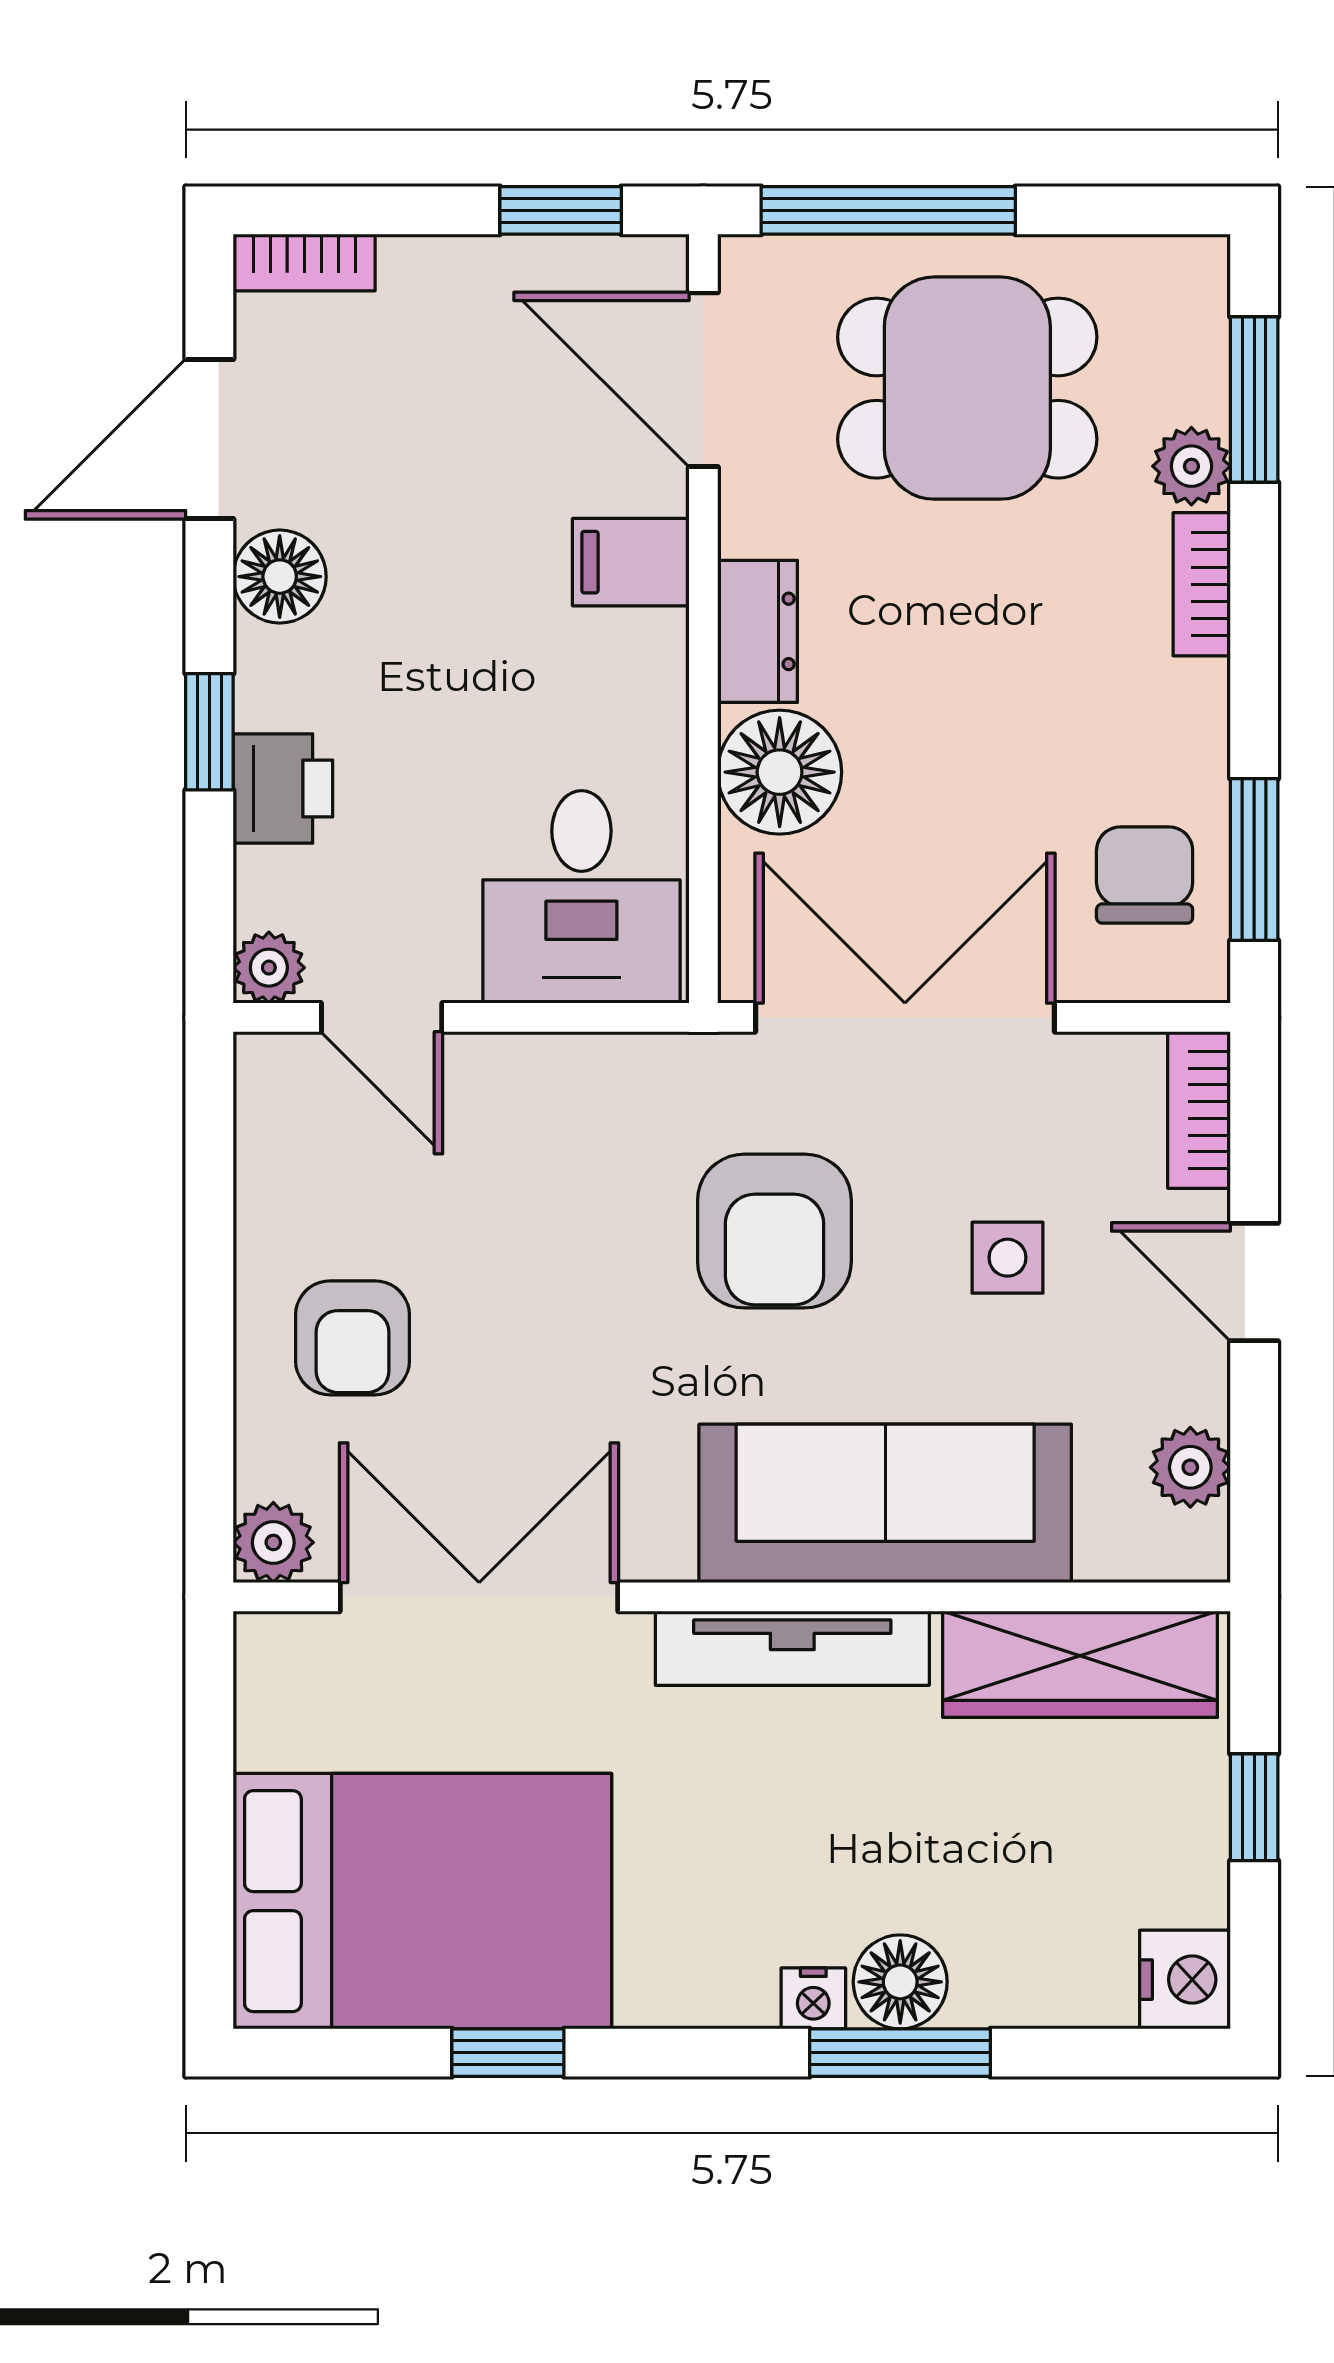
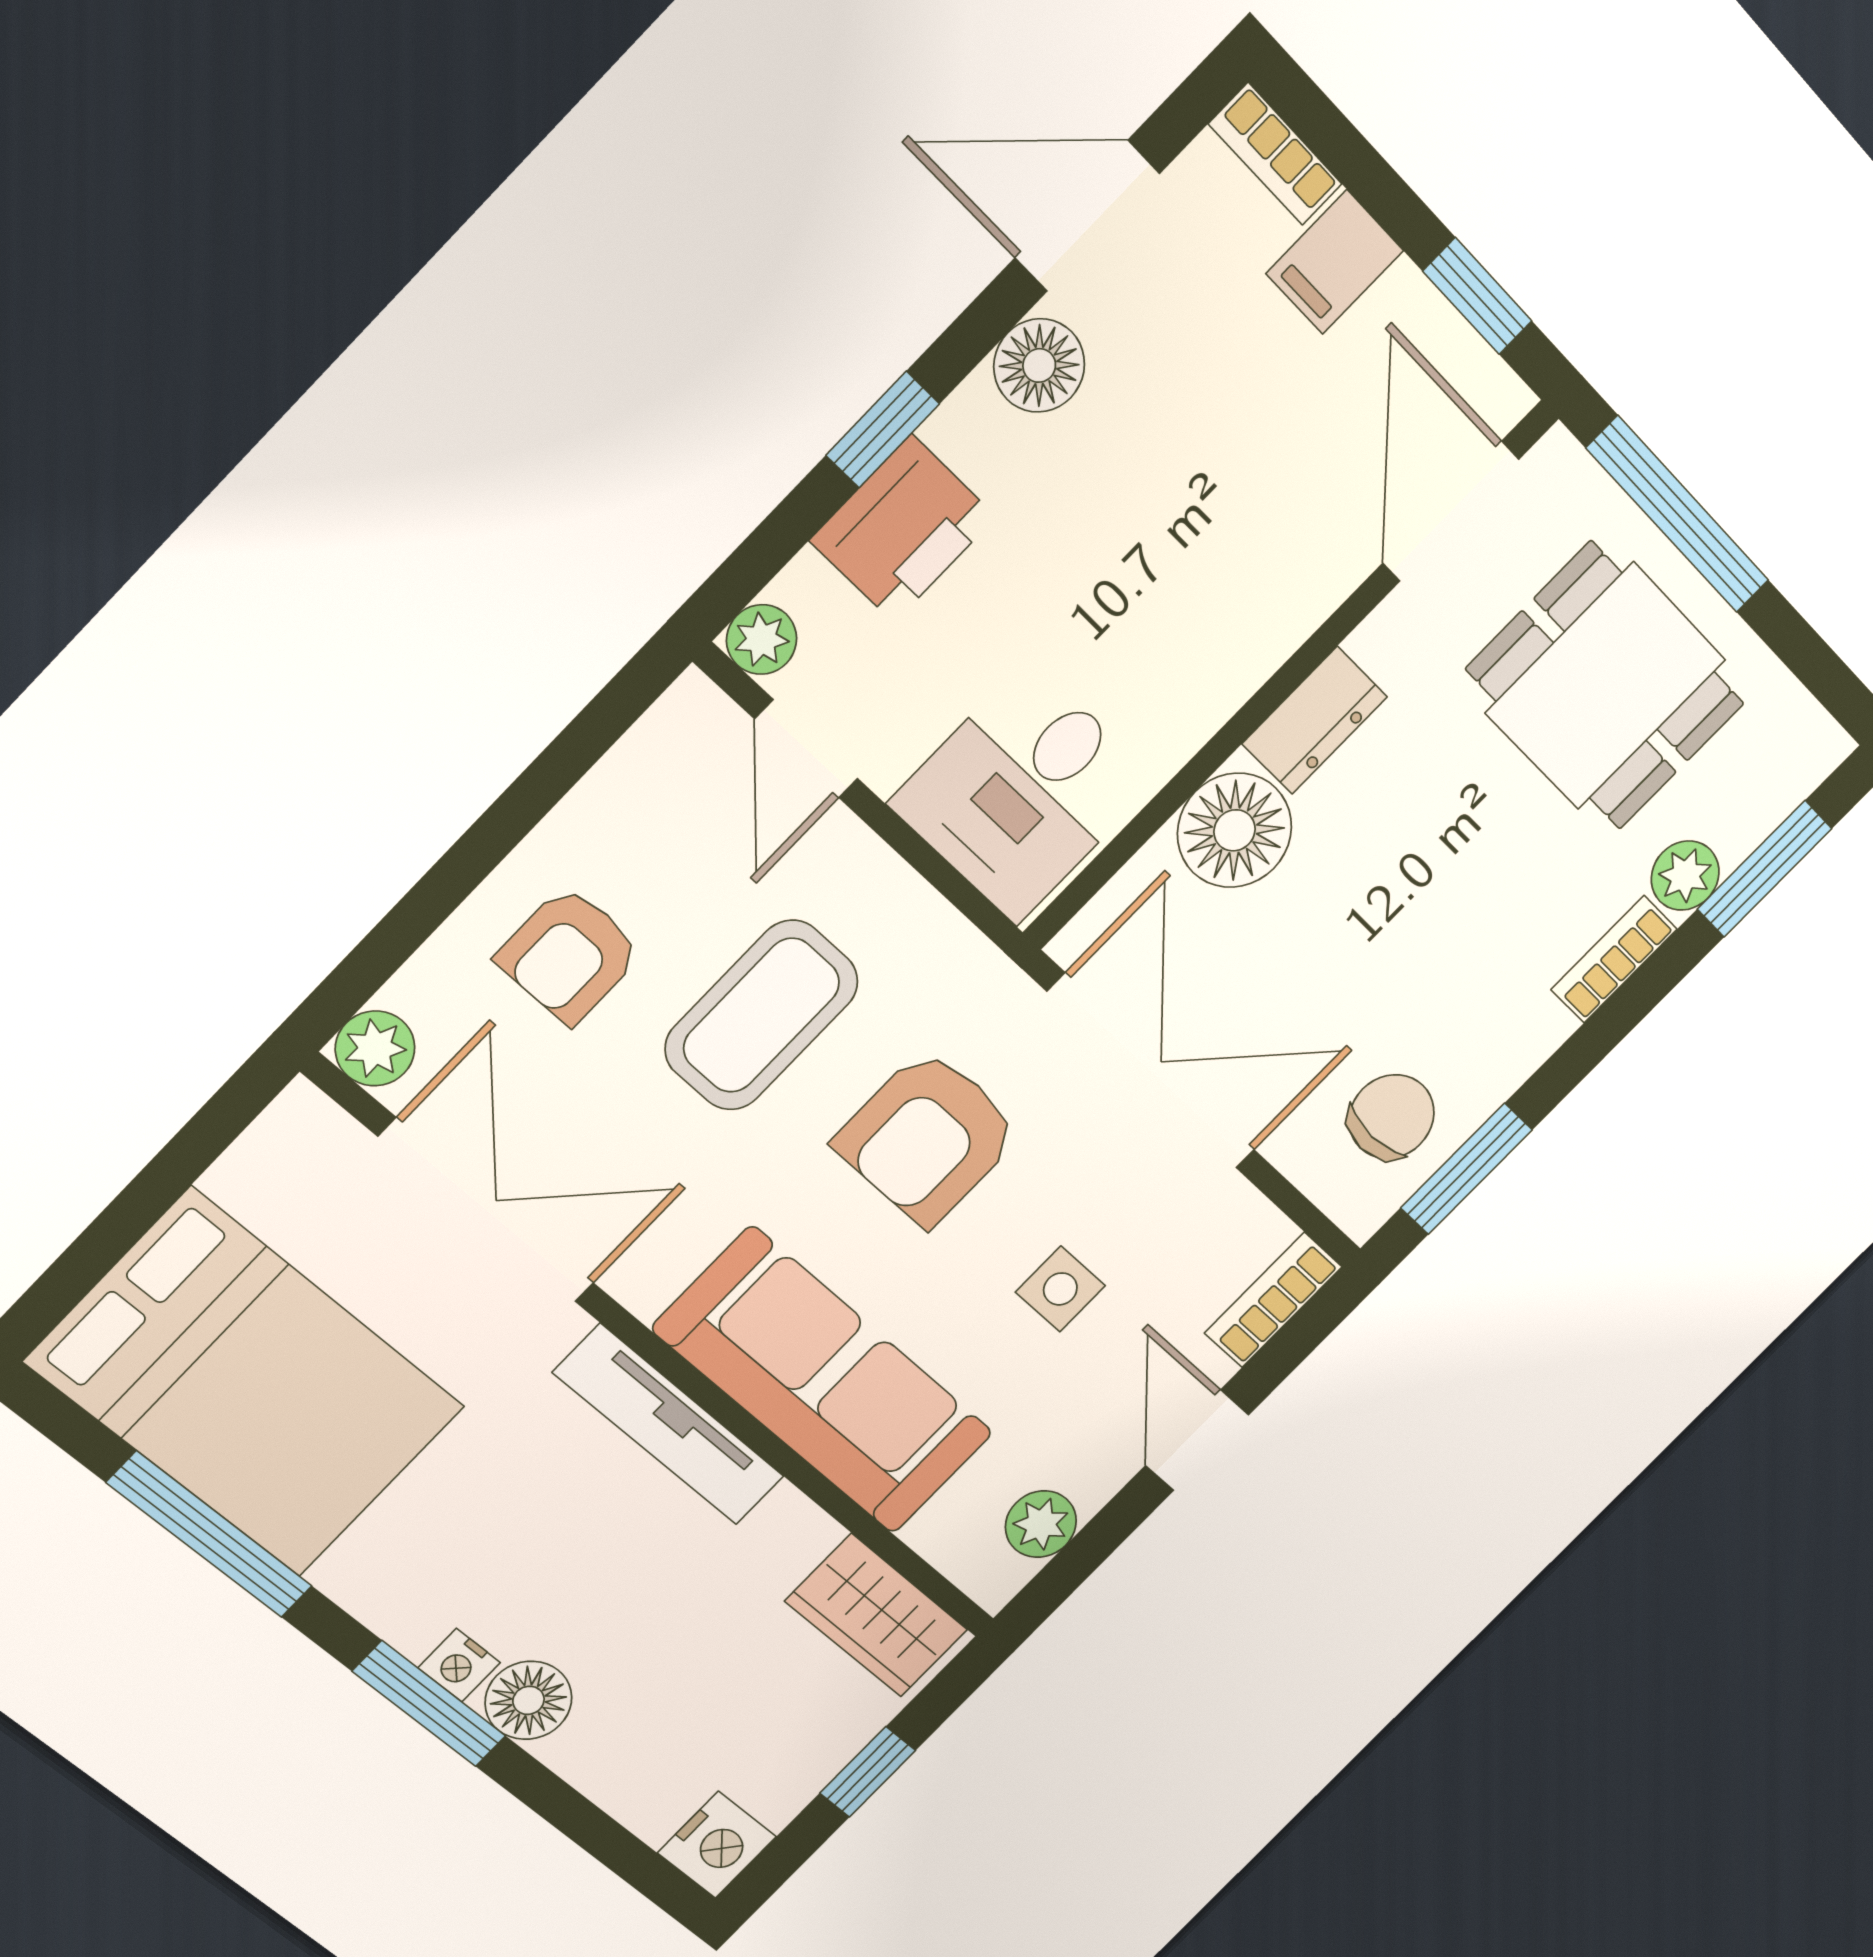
filing cabinet: (631, 562) -> (1335, 262), moved, turned -90
printer: (283, 789) -> (903, 529), width x1.36, depth x1.24
coffee table: (546, 1252) -> (761, 1015), added
wardrobe: (1080, 1664) -> (876, 1615), width x0.67
window: (508, 2053) -> (210, 1535), width x2.17
window: (900, 2053) -> (429, 1704), moved

